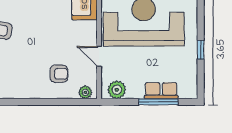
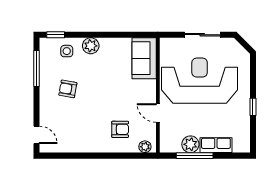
plant: (117, 90) -> (190, 144), moved
window: (158, 102) -> (195, 156), moved

